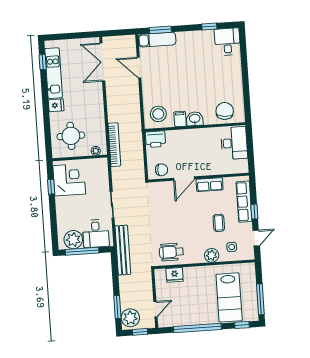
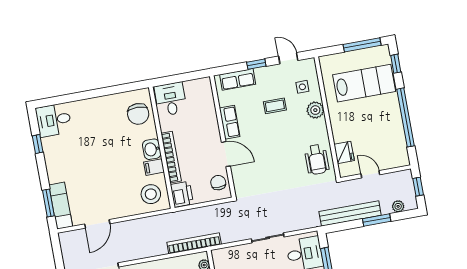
chair: (225, 111) -> (138, 114), turned -97
bookcase: (187, 134) -> (171, 157), added
desk: (234, 143) -> (171, 99), width x0.73
row of seats: (244, 202) -> (238, 79), width x0.68
bench: (123, 250) -> (350, 213), moved
window: (117, 307) -> (377, 220), moved
door: (155, 309) -> (370, 174), moved
plant: (130, 318) -> (398, 206), width x0.53, depth x0.53

